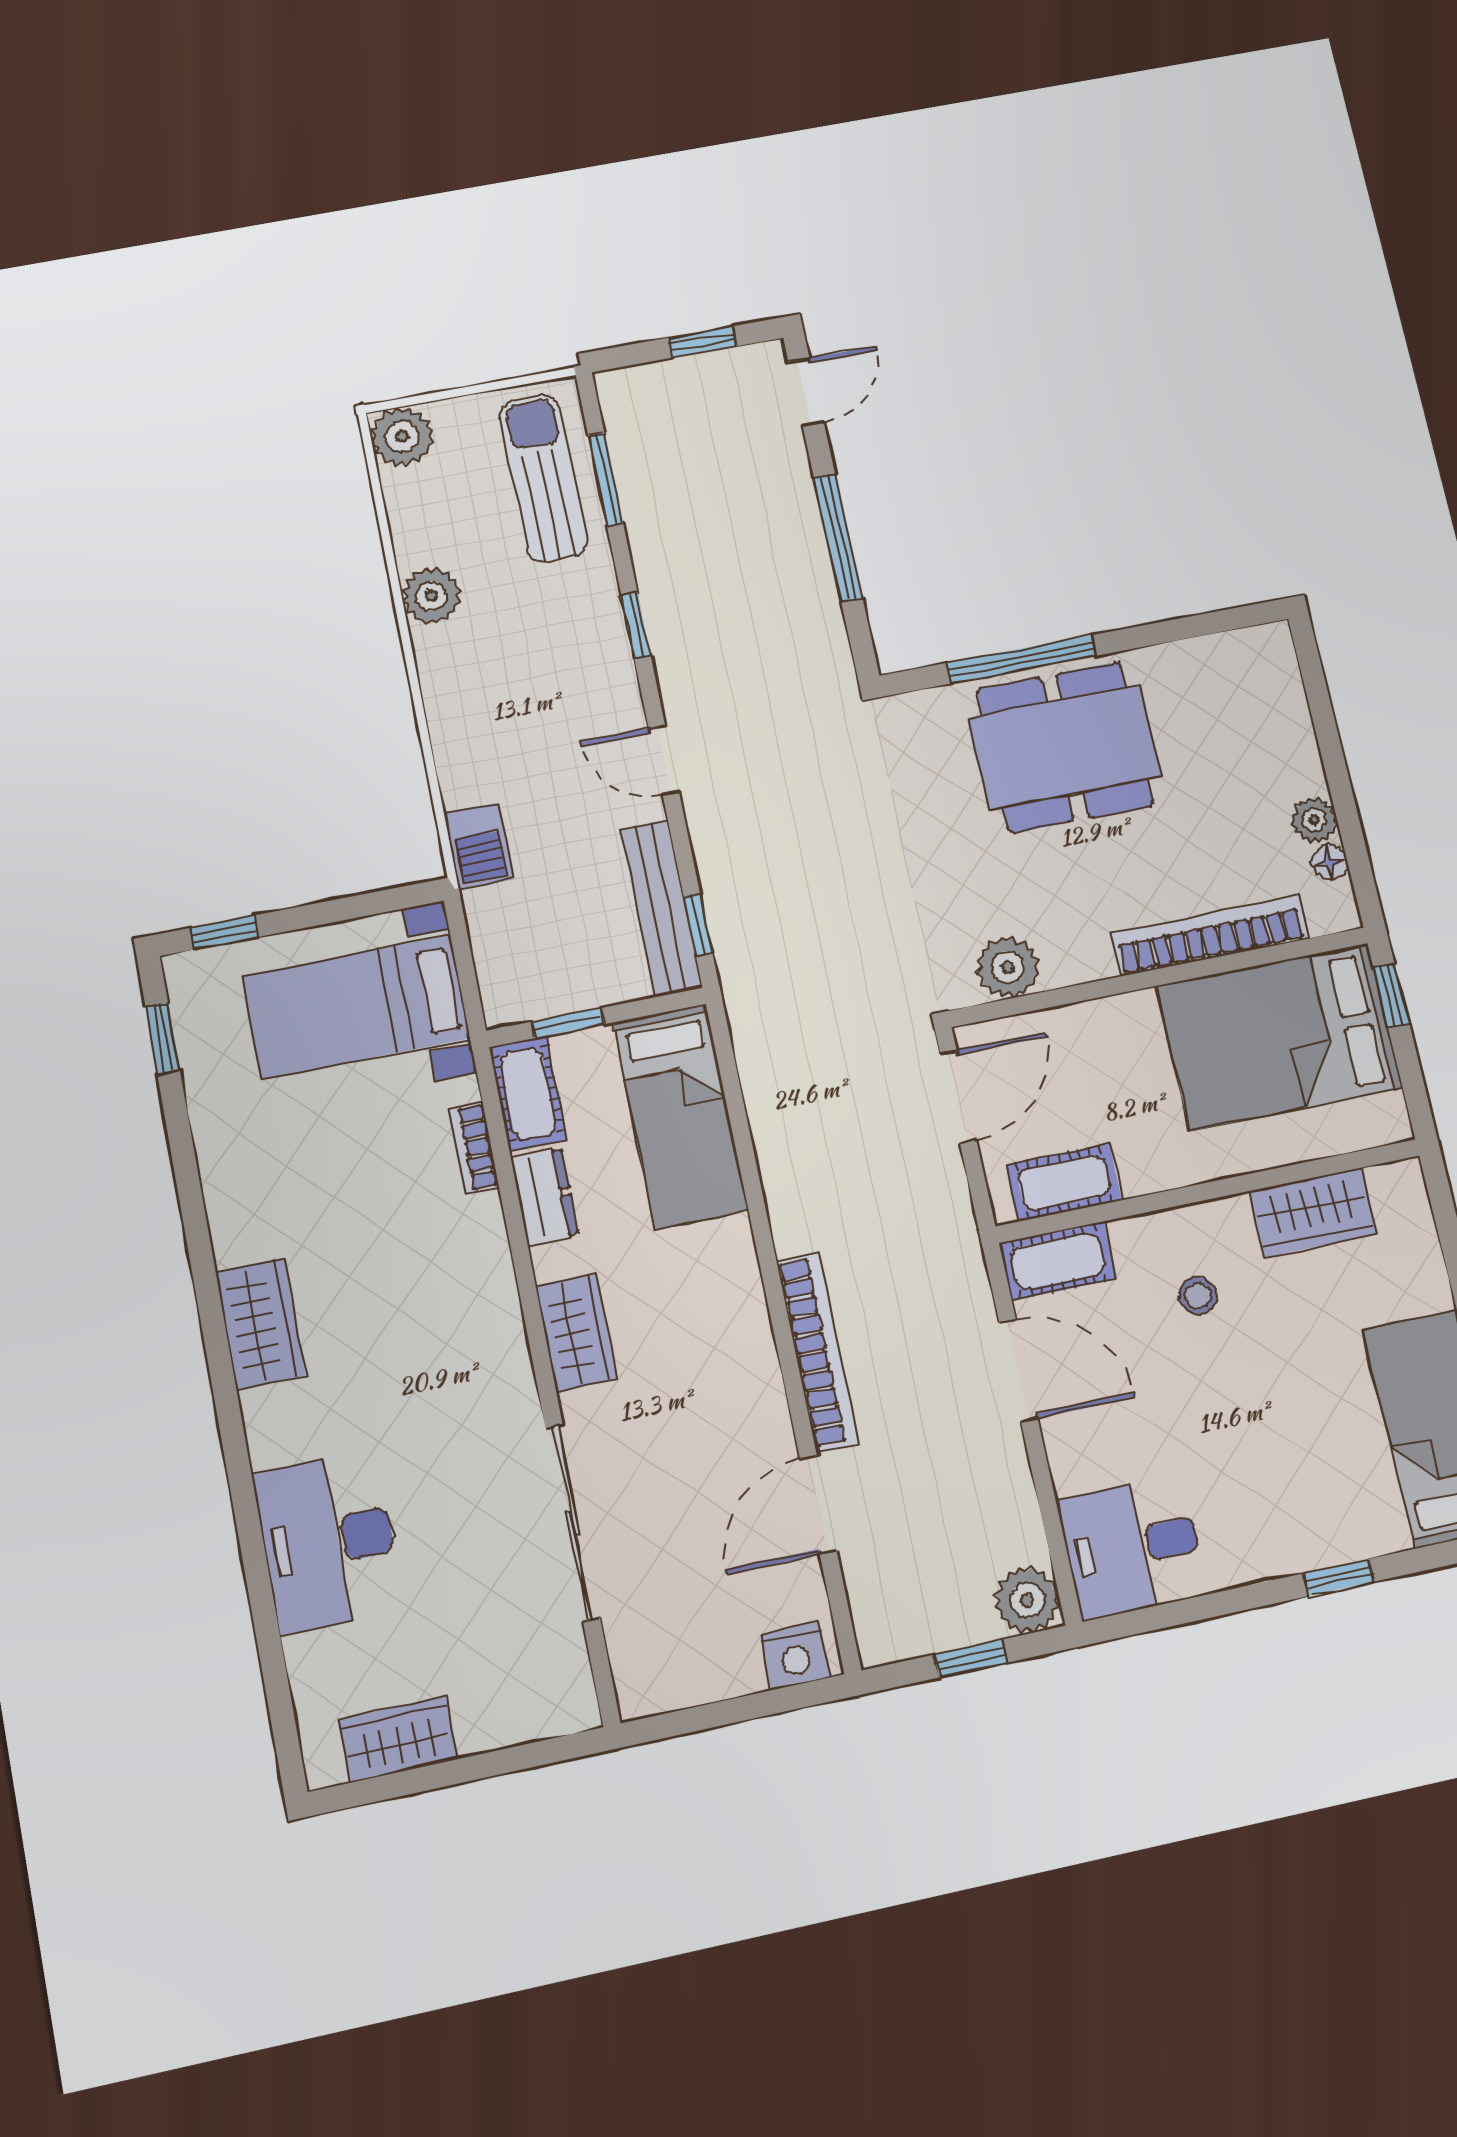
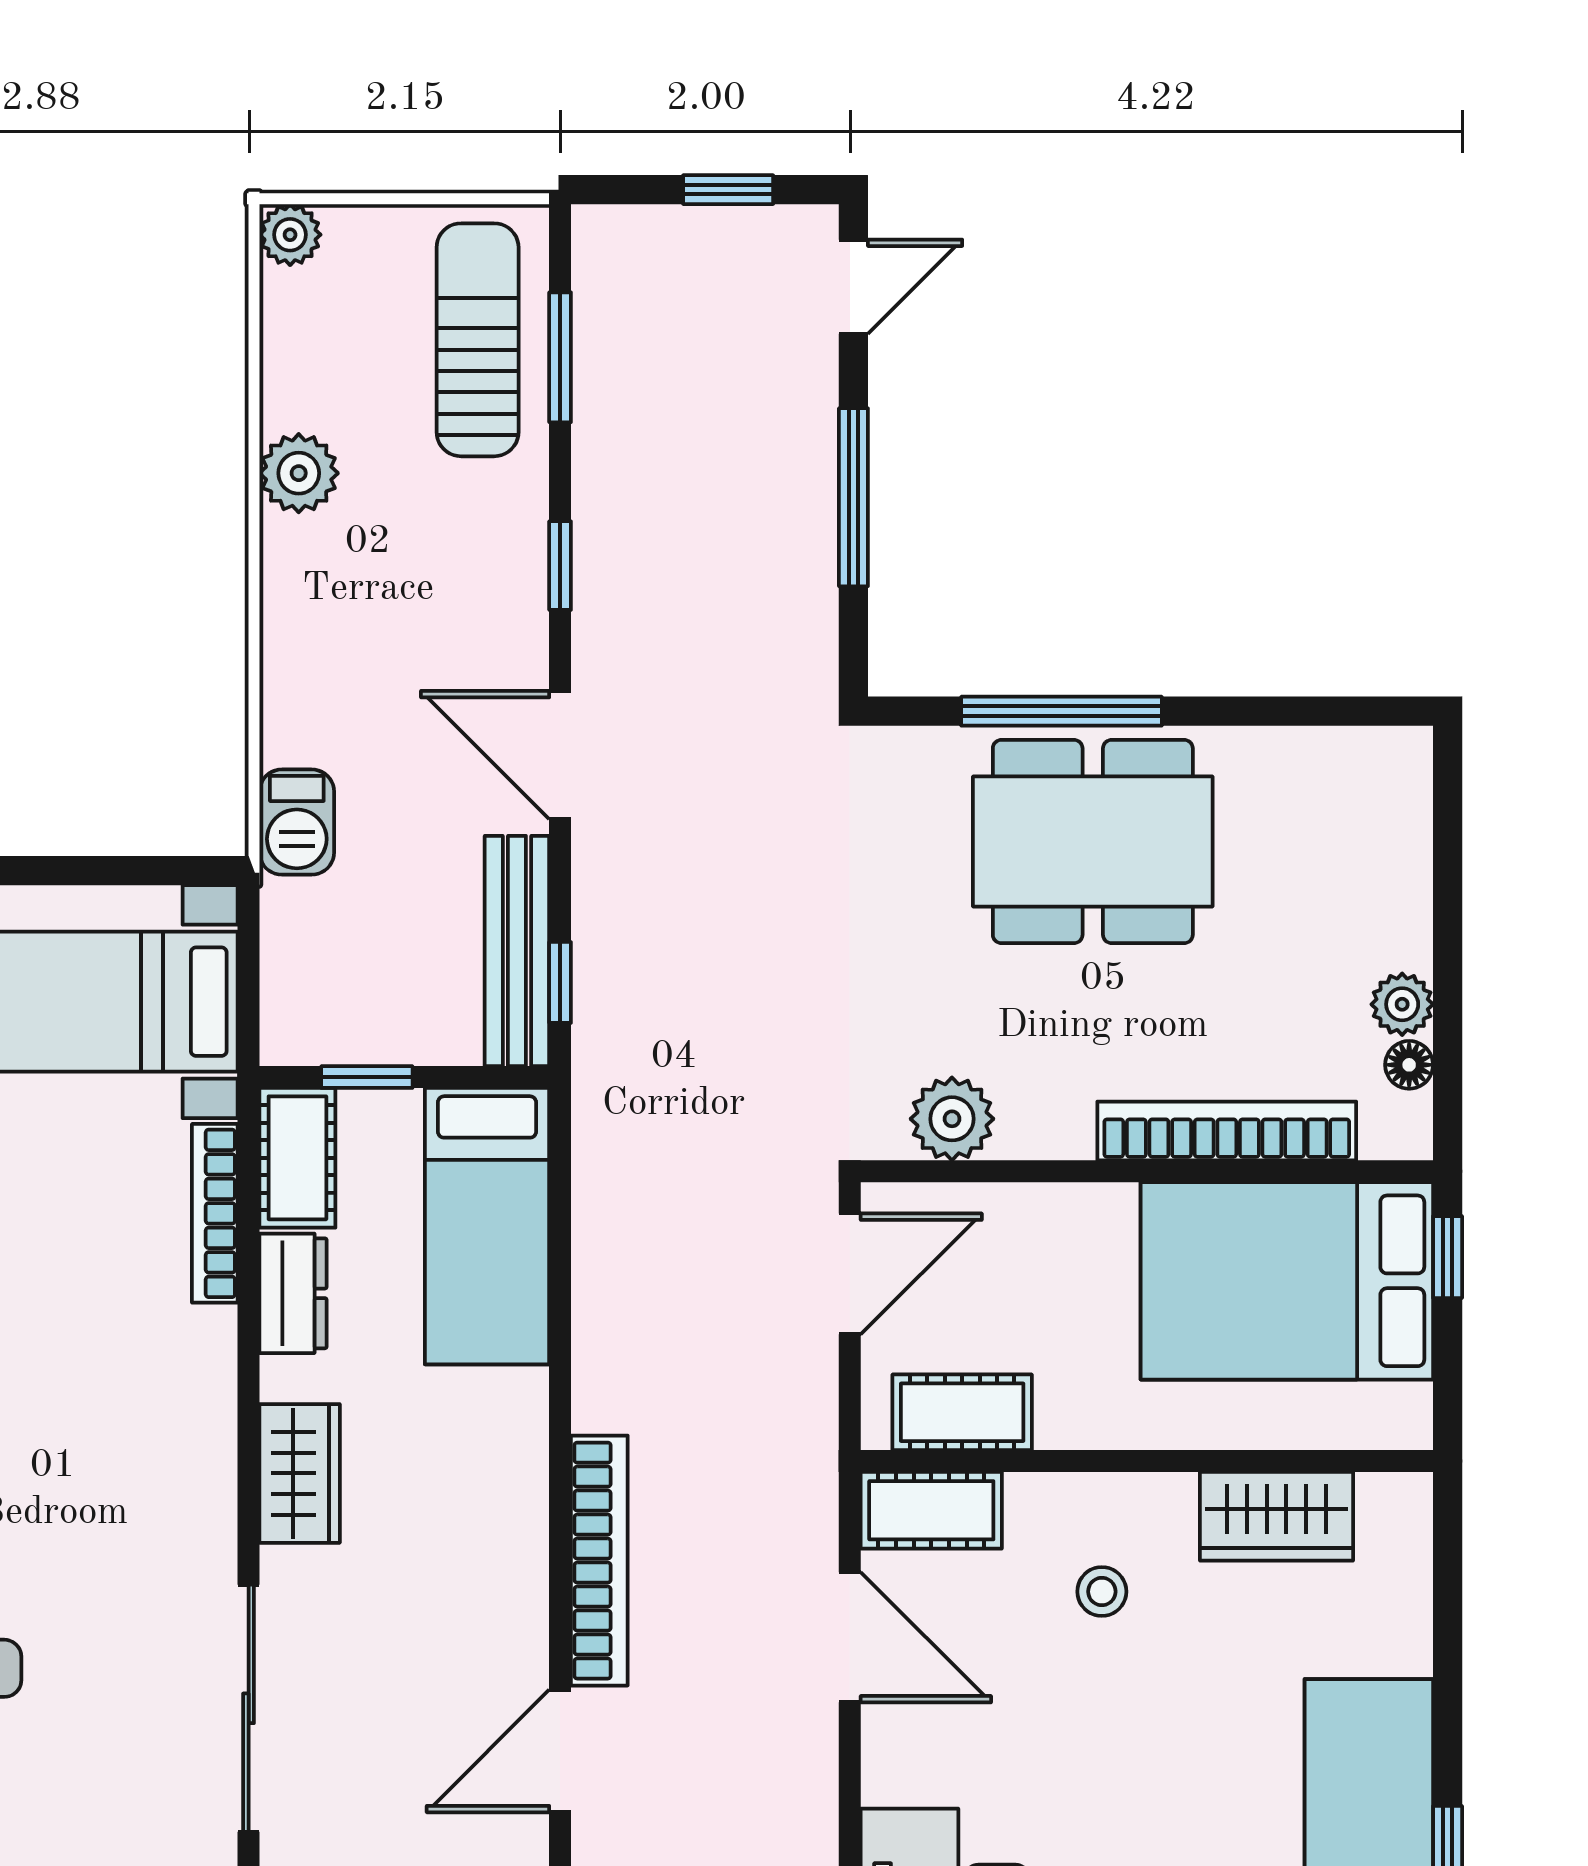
plant: (402, 437) -> (290, 235), width x0.73, depth x0.73
door: (664, 760) -> (560, 755), width x1.38
bookcase: (474, 1148) -> (215, 1213), width x1.56

